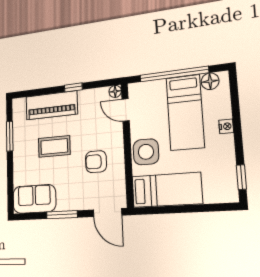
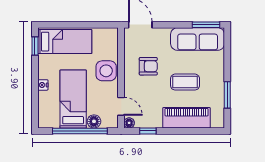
floor lamp: (210, 81) -> (94, 121), moved
window: (73, 87) -> (148, 131), moved
bed: (167, 190) -> (65, 42), moved, turned 180
sofa: (34, 199) -> (198, 39), width x1.36
window: (62, 215) -> (206, 25), moved

